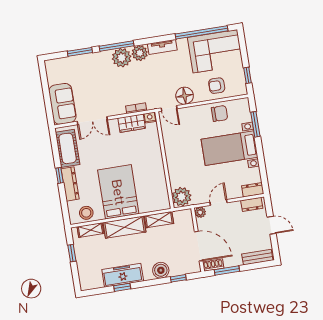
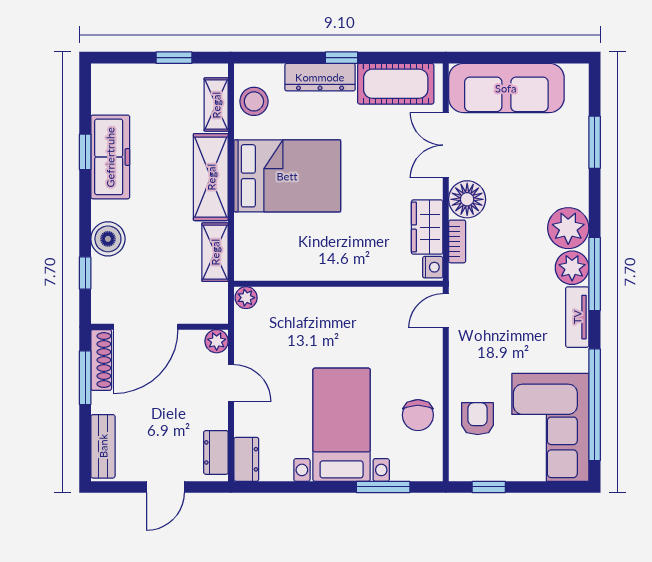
window: (117, 46) -> (595, 274), moved
floor lamp: (185, 96) -> (467, 199), moved
sofa: (62, 104) -> (506, 88), width x1.36
plant: (182, 197) -> (246, 298), width x0.53, depth x0.53
shoe rack: (213, 265) -> (101, 360), width x1.43

